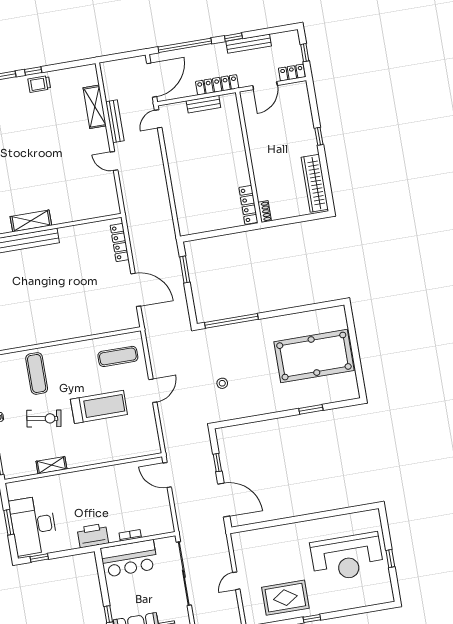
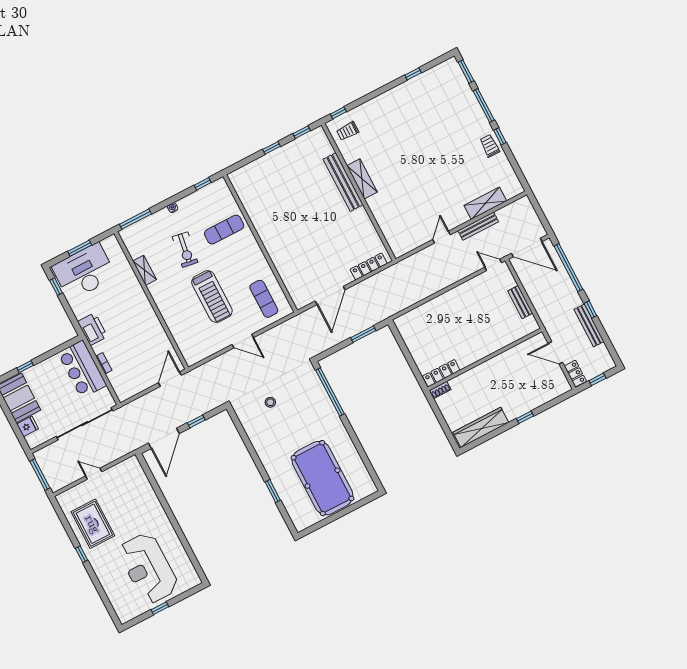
locker: (217, 85) -> (542, 309), removed

